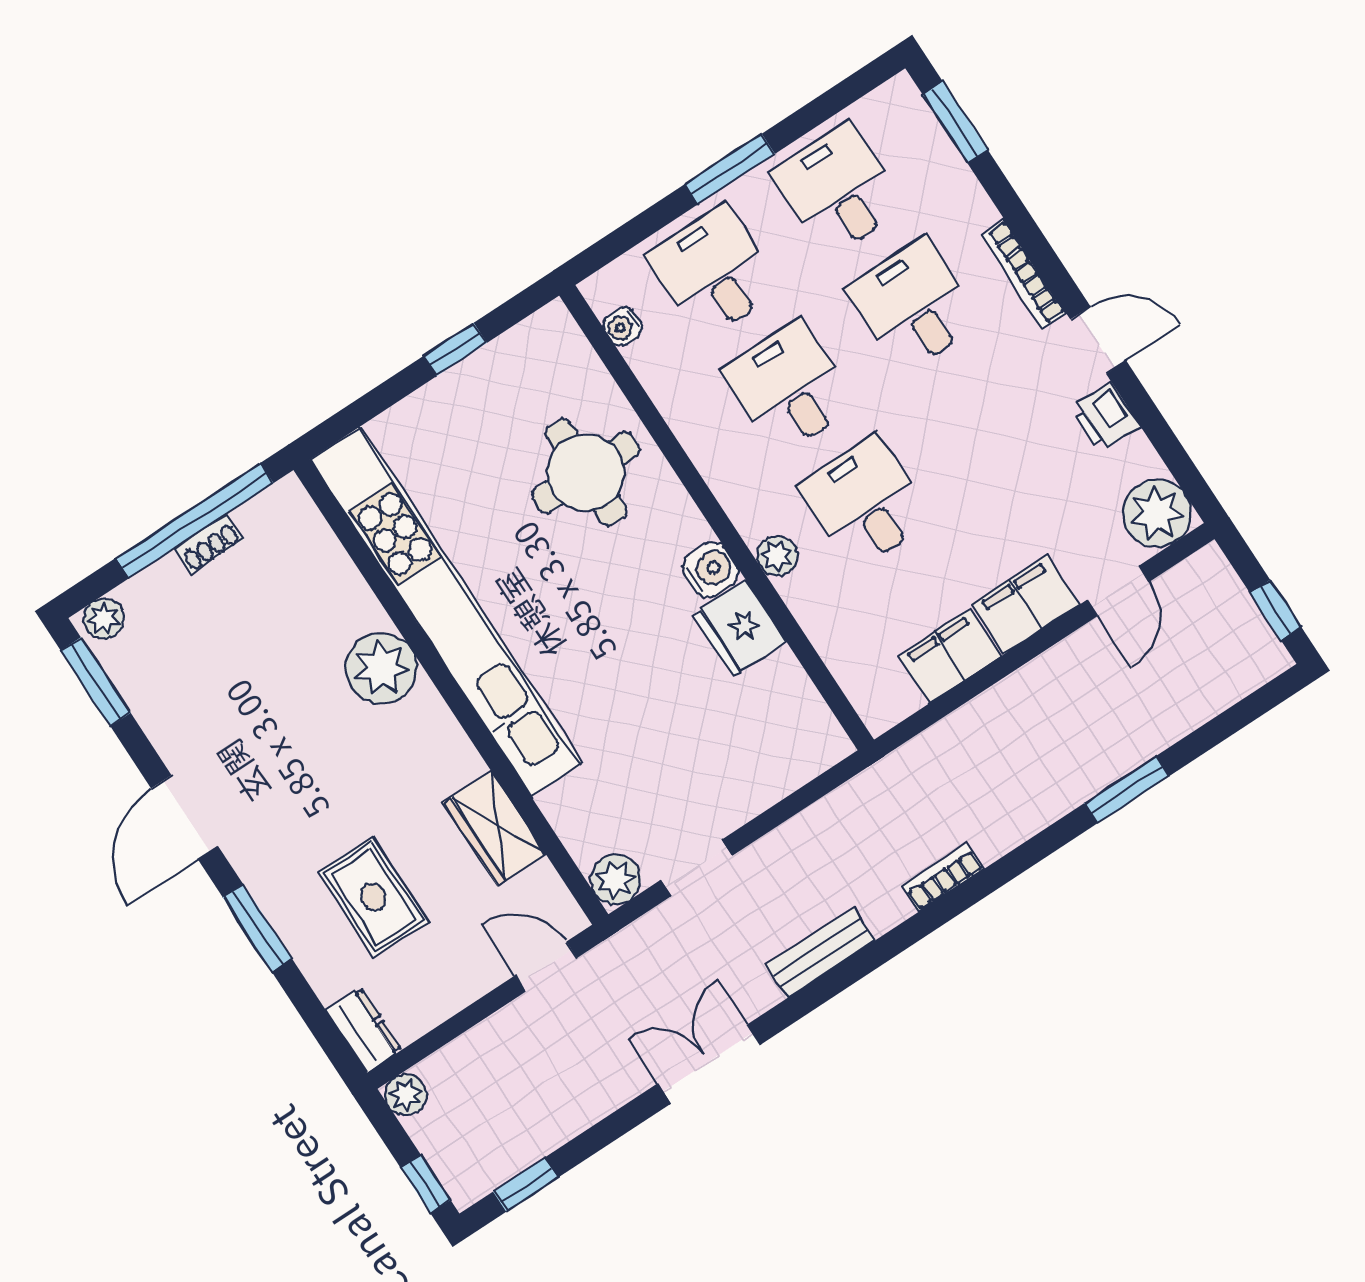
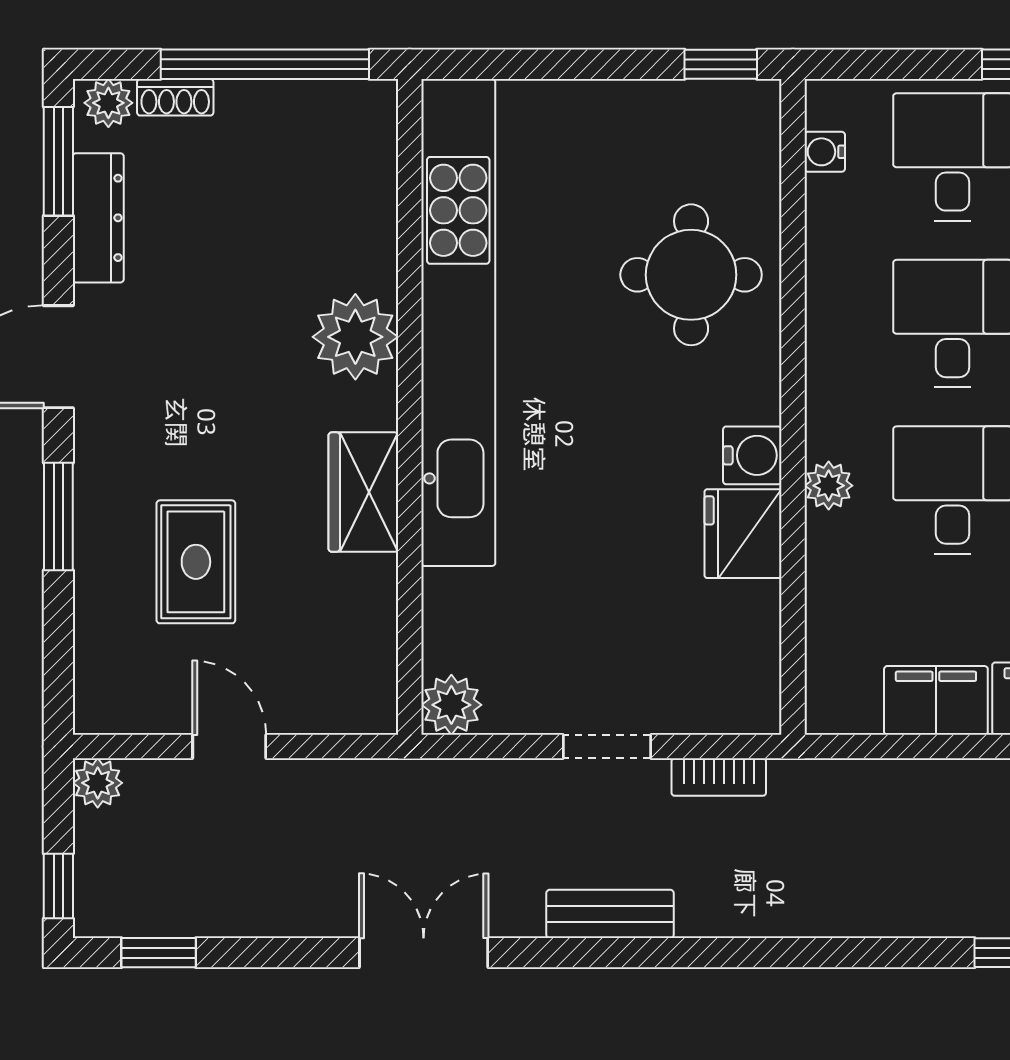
window: (455, 349) -> (721, 64), moved
shoe rack: (209, 544) -> (175, 97), moved
wardrobe: (494, 828) -> (363, 492), moved
doorway: (696, 868) -> (607, 747), moved
bookcase: (943, 877) -> (719, 777), moved, turned 180
door: (546, 967) -> (229, 747), moved
dresser: (364, 1030) -> (98, 218), moved, width x1.44

